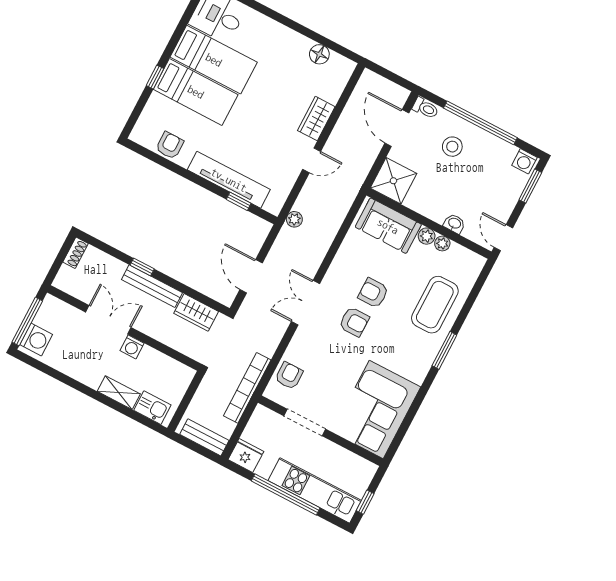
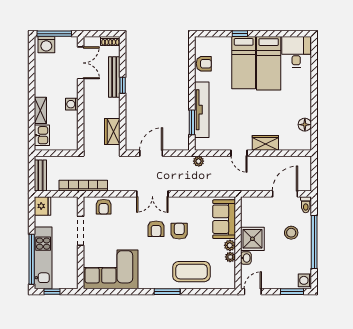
shower: (393, 181) -> (252, 239), moved
window: (239, 201) -> (192, 122), width x1.50
bench: (152, 286) -> (114, 77), moved
double door: (306, 303) -> (152, 194), swing flipped
double door: (108, 320) -> (81, 63), moved
armchair: (289, 376) -> (104, 207), turned 90
window: (286, 494) -> (32, 259), moved

